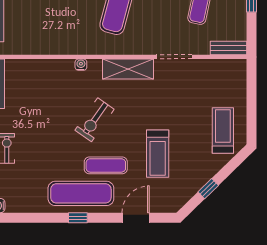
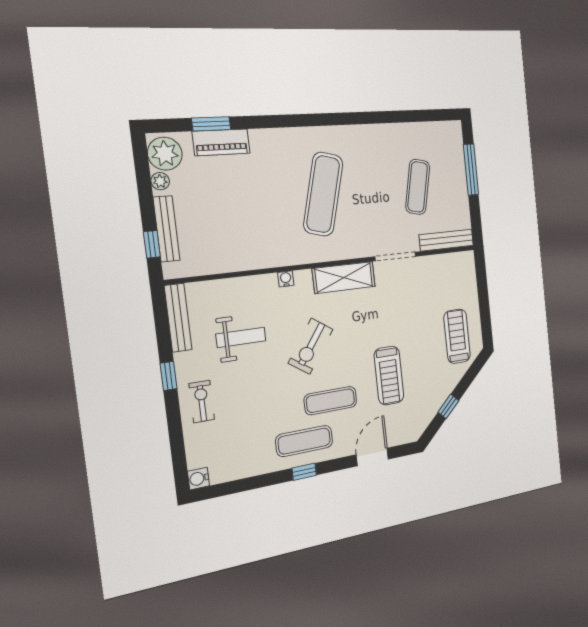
bench: (229, 48) -> (446, 240), width x1.36
weight bench: (41, 105) -> (241, 337), added
exercise mat: (81, 193) -> (304, 441), width x0.73, depth x0.69

